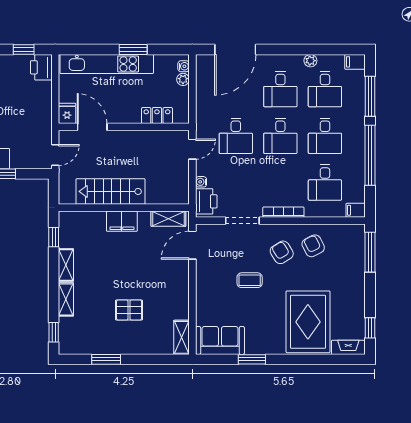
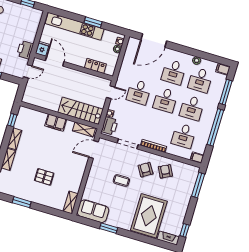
printer: (41, 67) -> (25, 50), moved
stairs: (111, 191) -> (81, 111), moved

